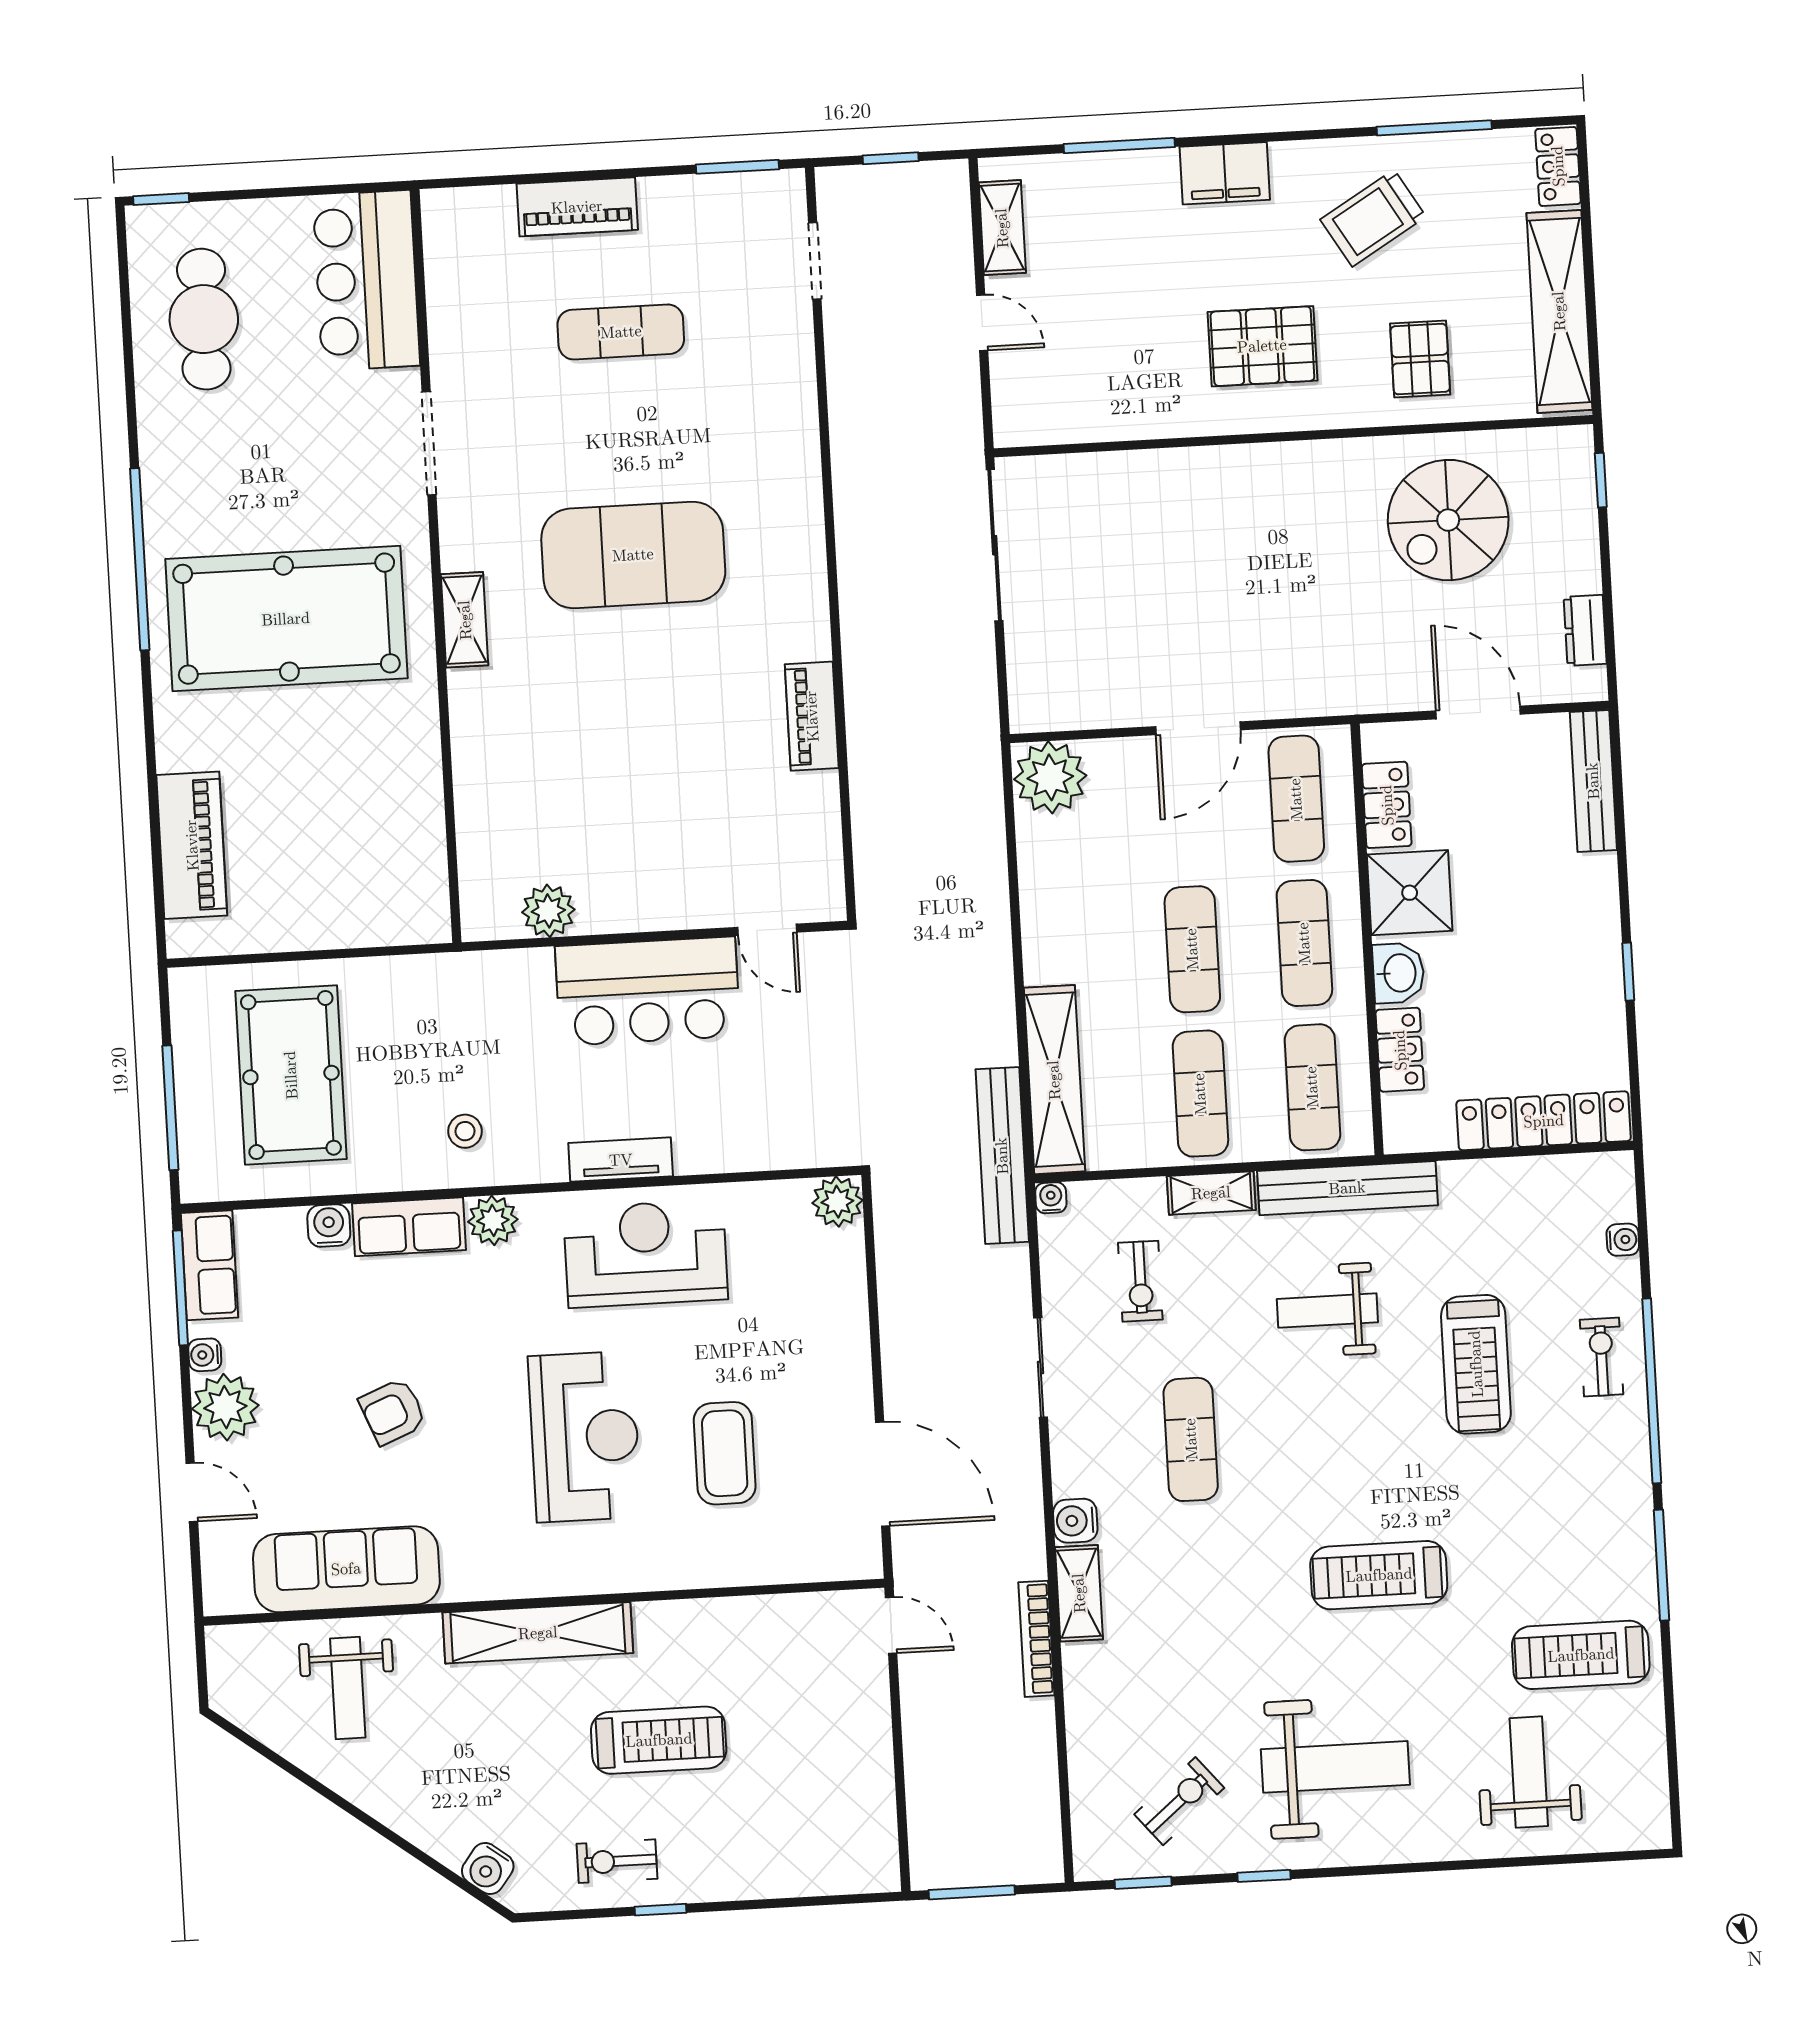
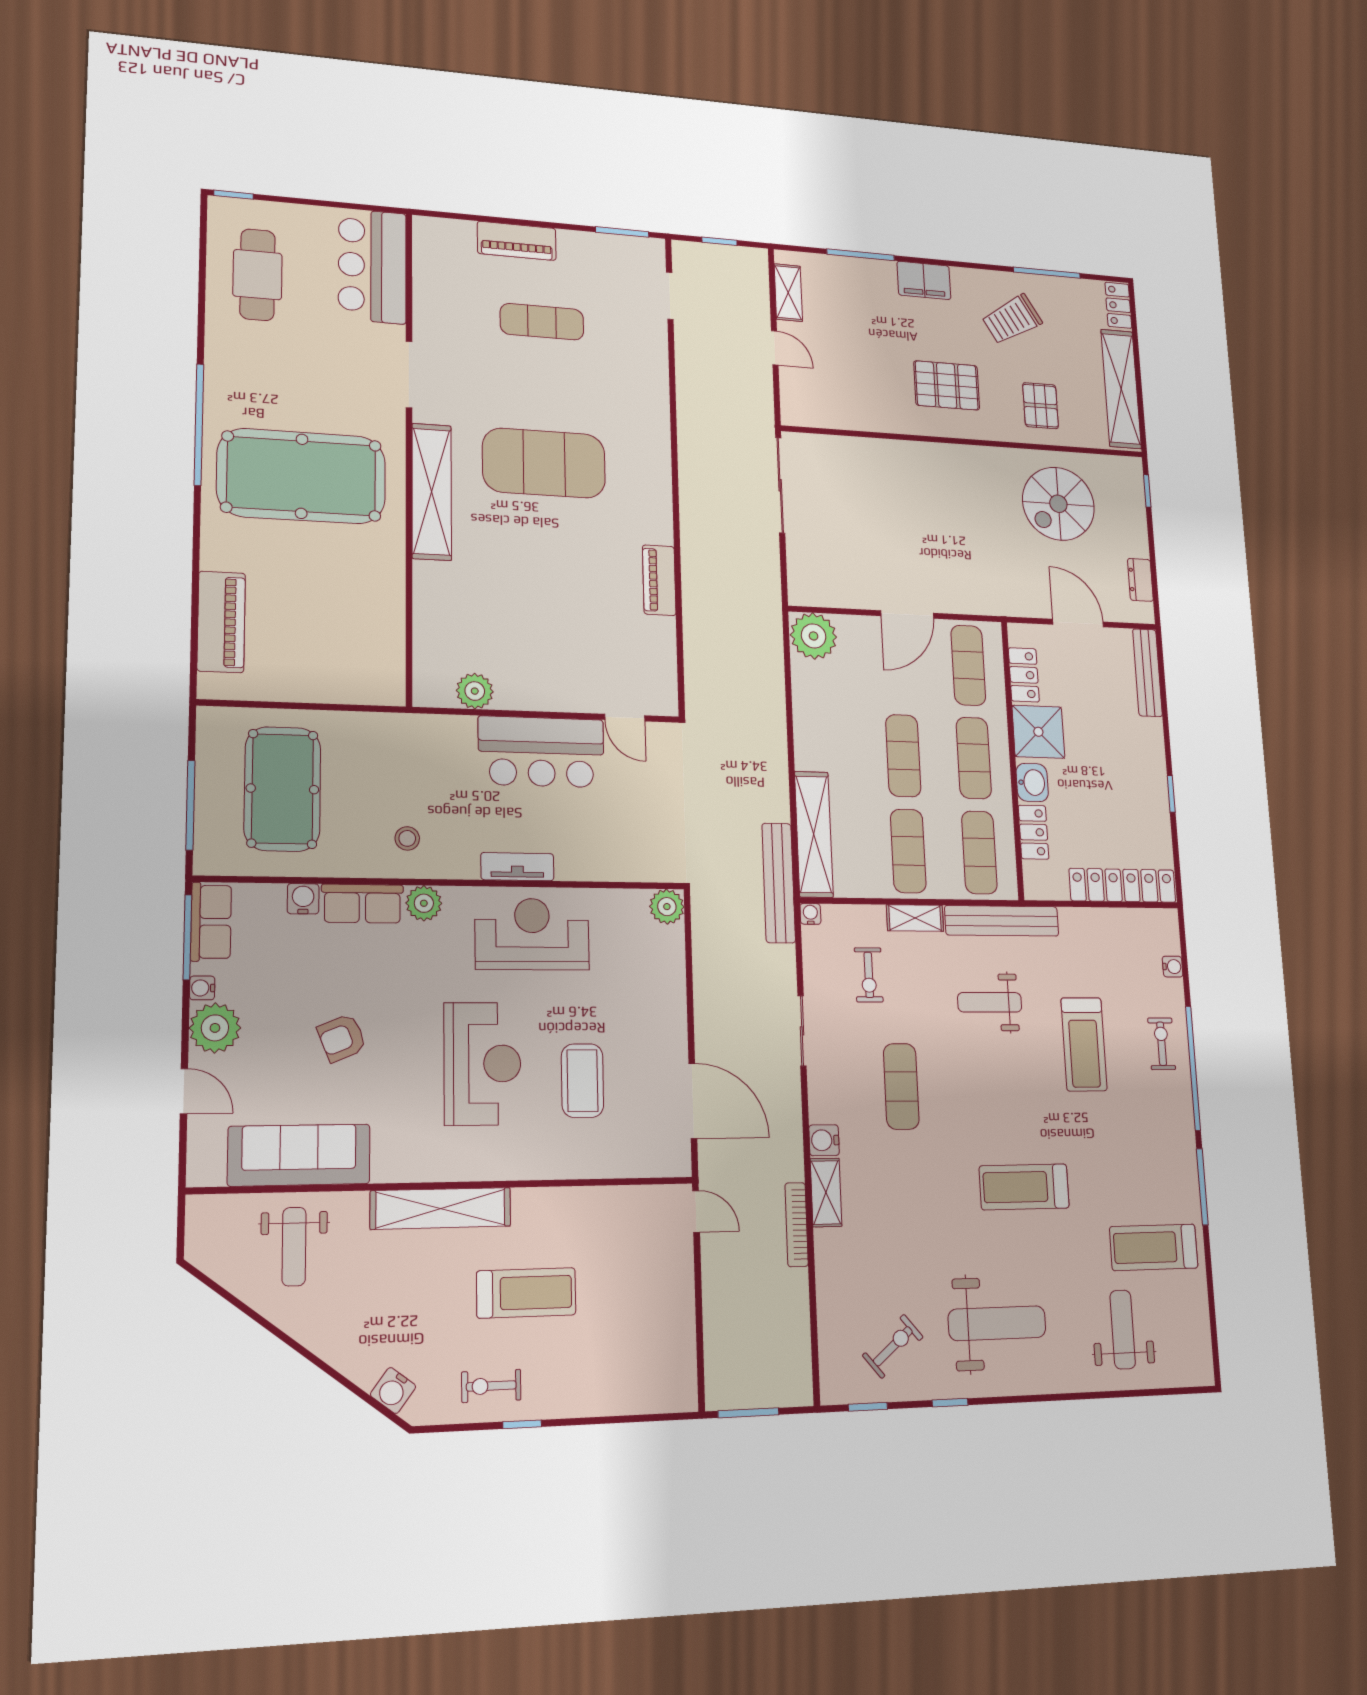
shelving: (465, 620) -> (432, 492), width x2.20, depth x1.33

